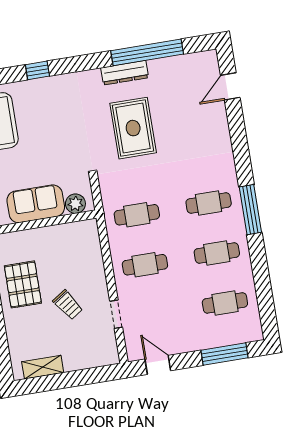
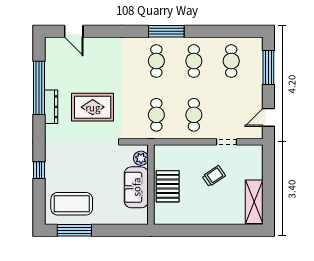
pallet: (23, 284) -> (168, 186), moved, turned 90
shelving: (43, 367) -> (254, 202), width x1.50, depth x1.33

